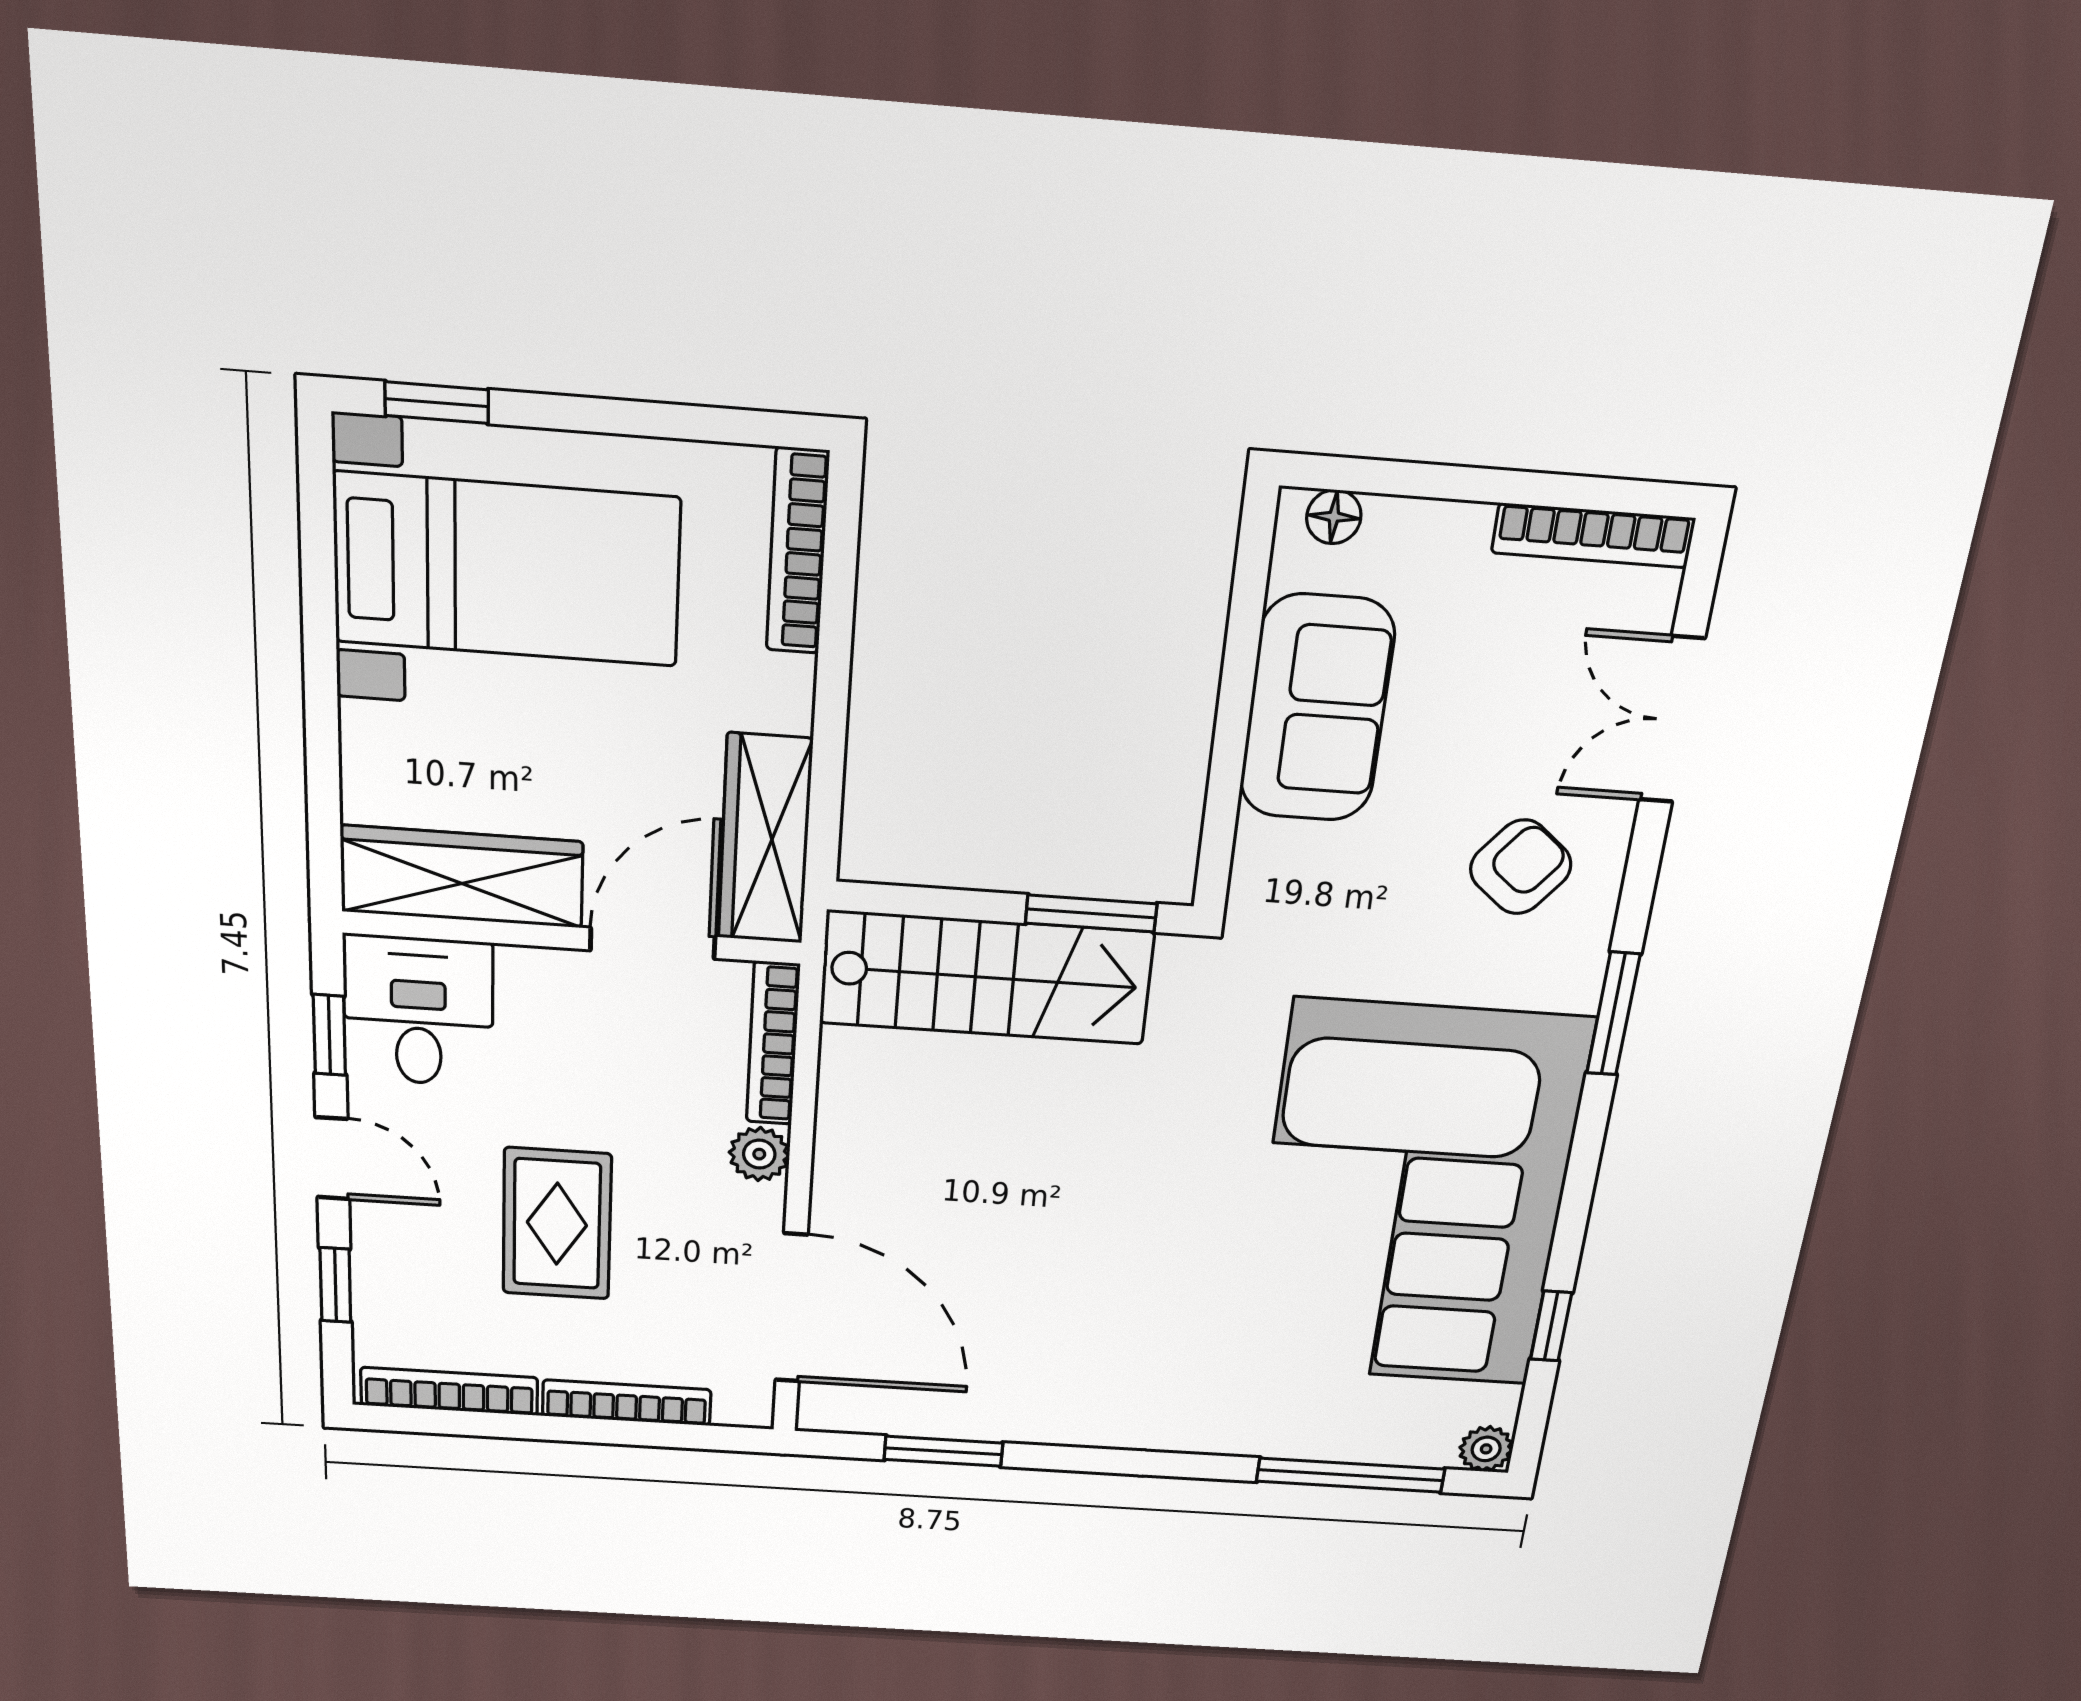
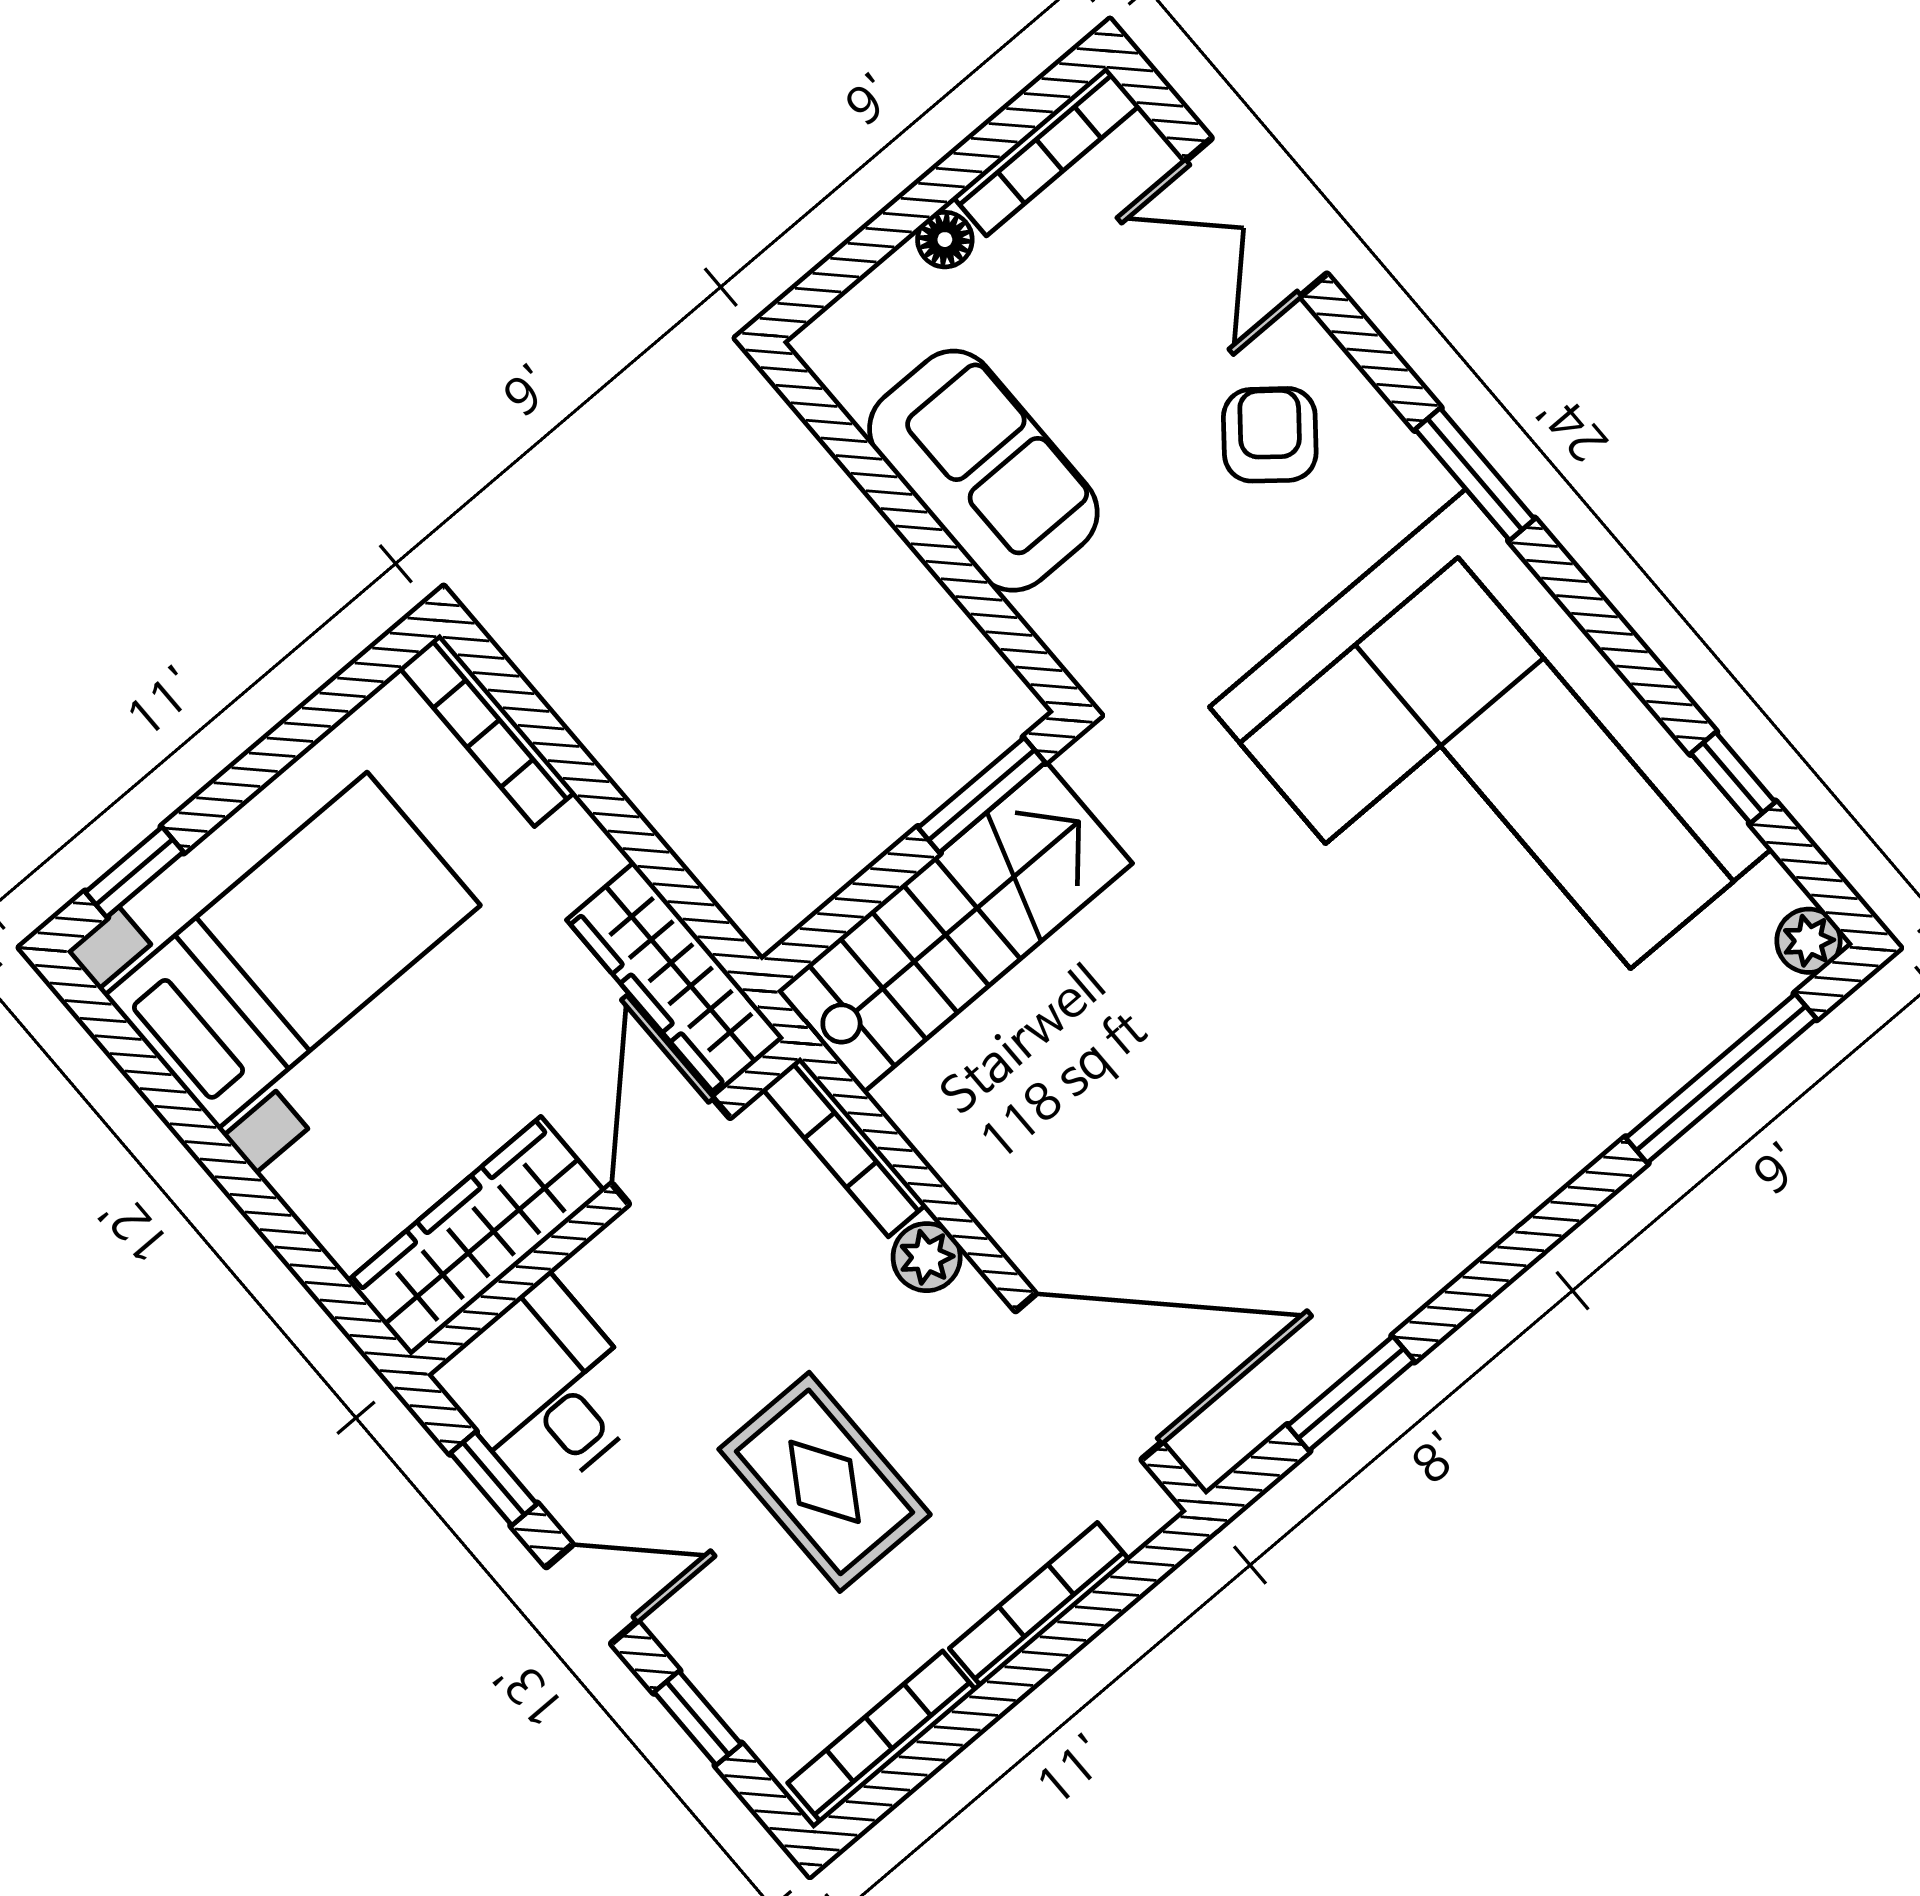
floor lamp: (1334, 517) -> (945, 240), moved

